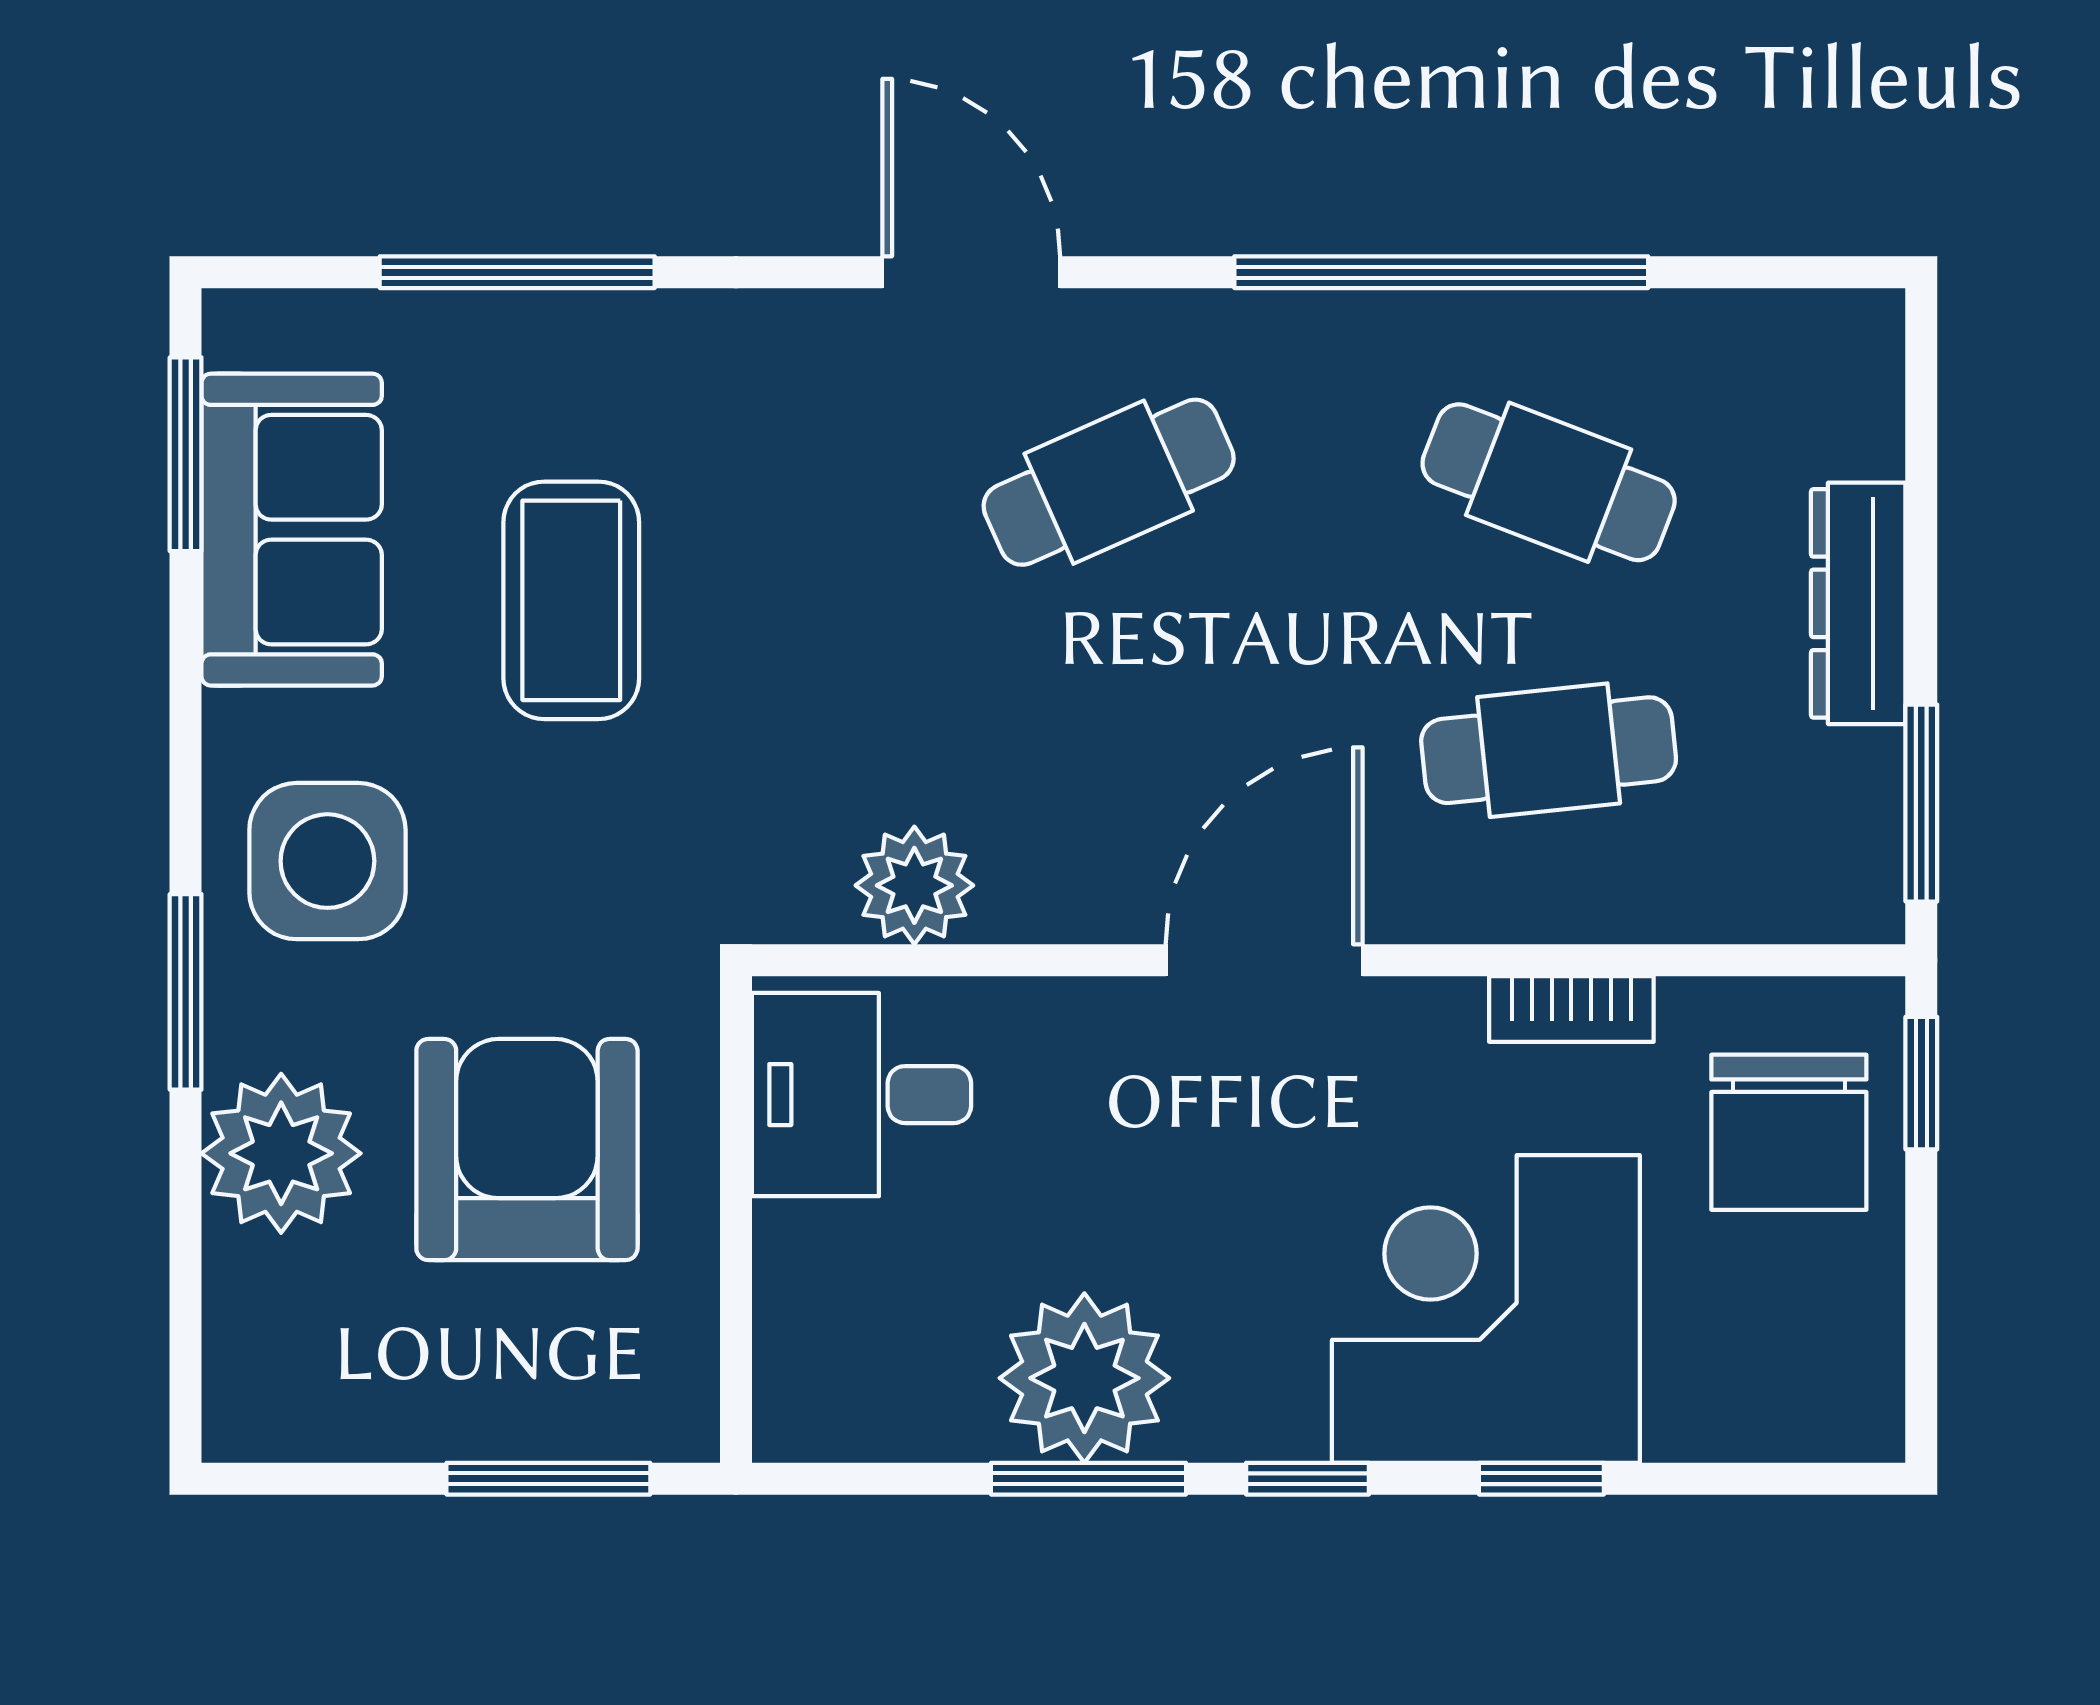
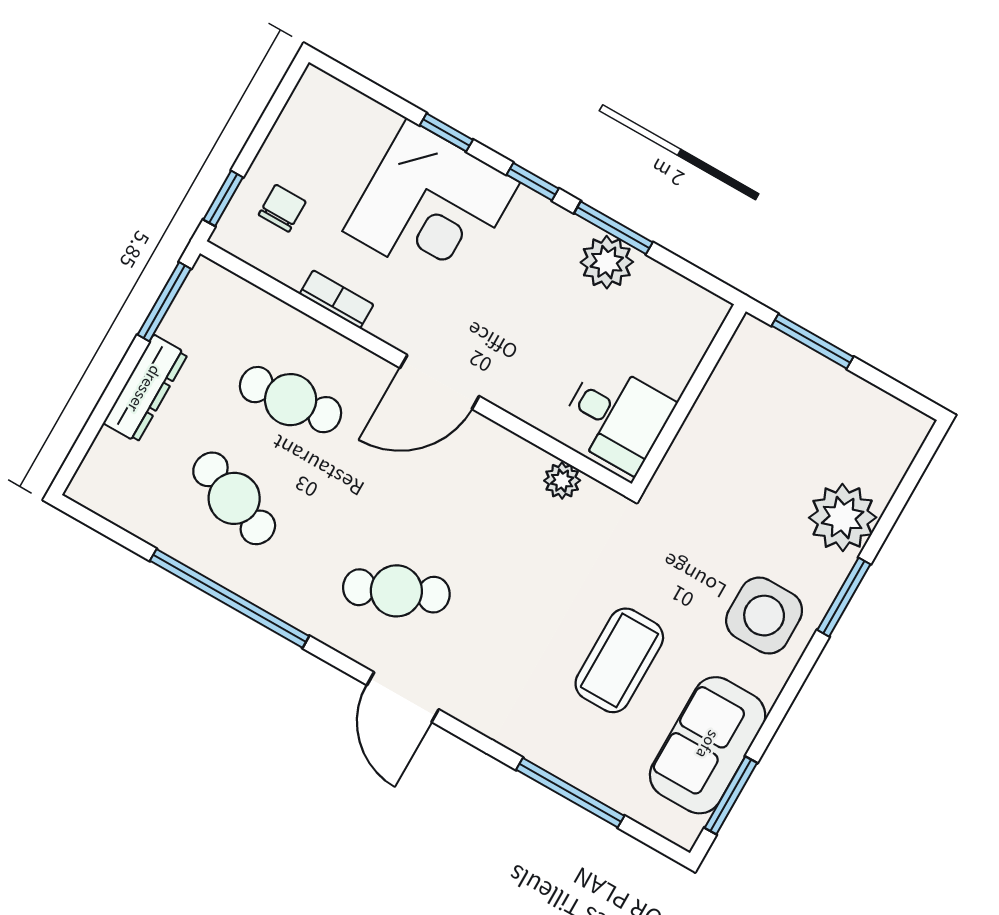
plant: (914, 885) -> (562, 481), width x0.73, depth x0.73
chair: (1789, 1132) -> (282, 208), width x0.54, depth x0.54
armchair: (527, 1150) -> (751, 467), removed
plant: (1084, 1378) -> (607, 262), width x0.73, depth x0.73

